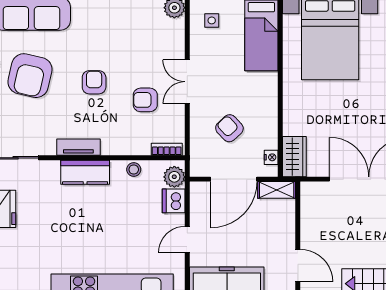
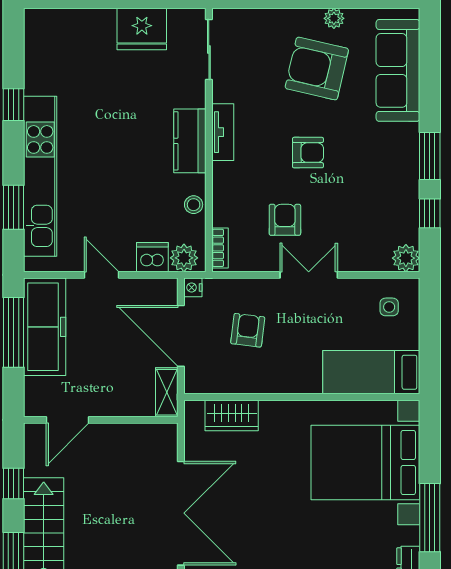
armchair: (229, 128) -> (248, 330), turned -40
nightstand: (271, 157) -> (193, 287), moved, turned 90
wardrobe: (294, 157) -> (232, 415), moved

